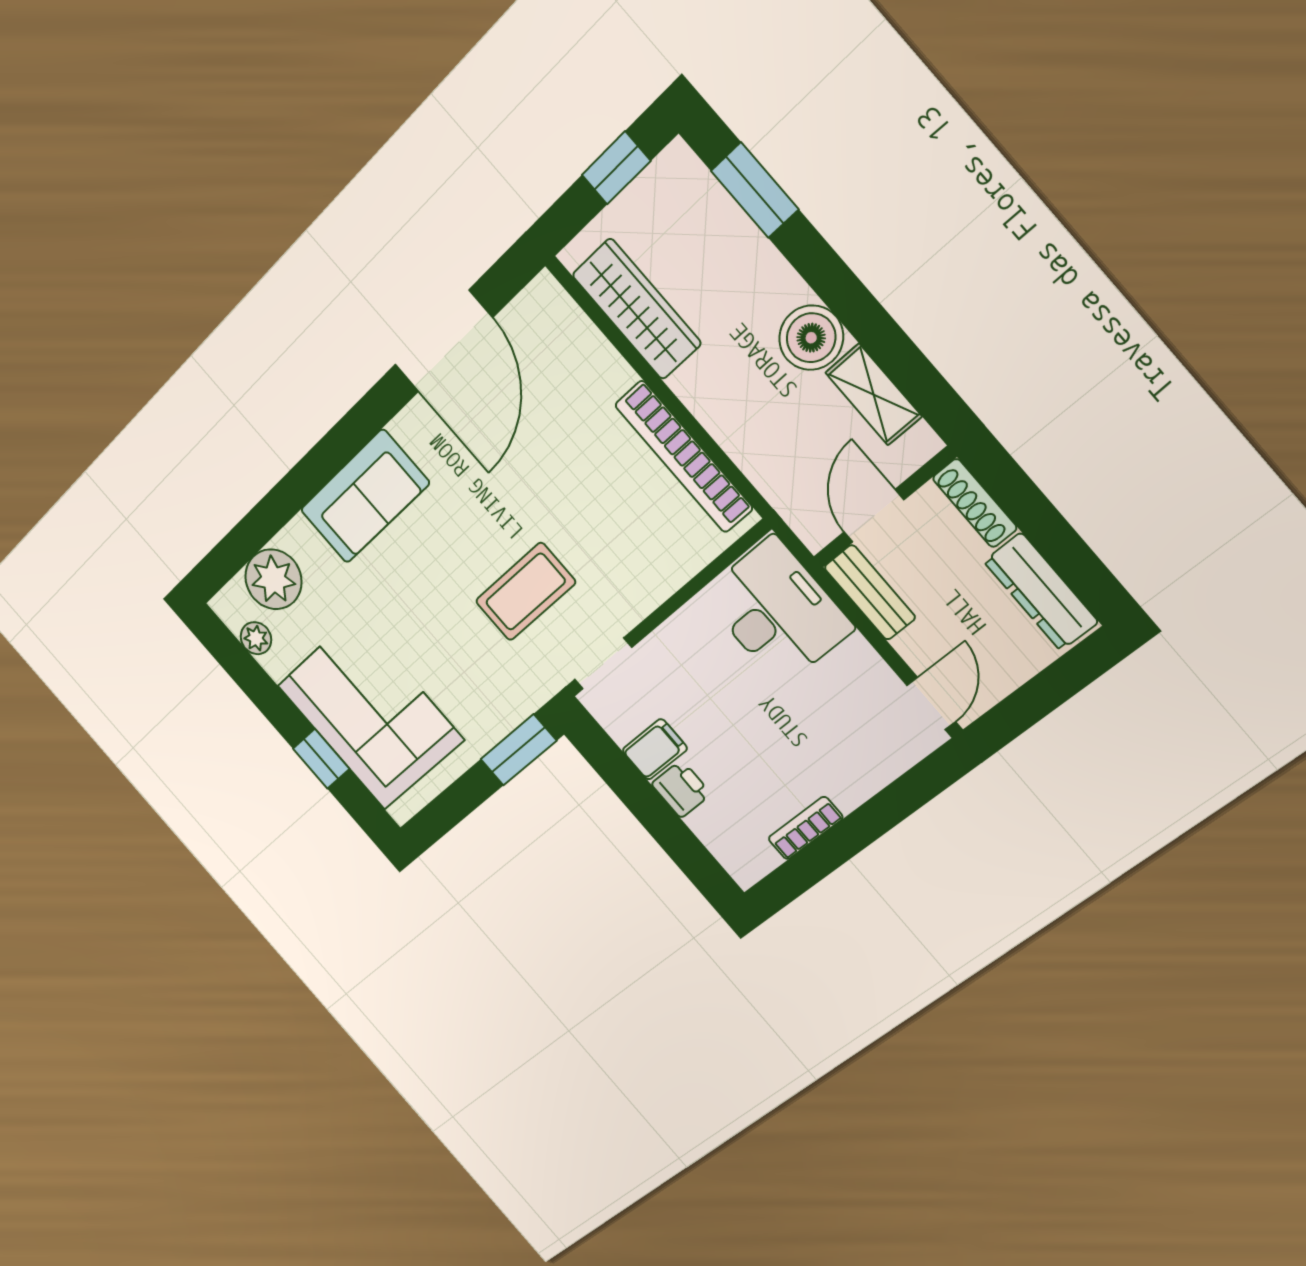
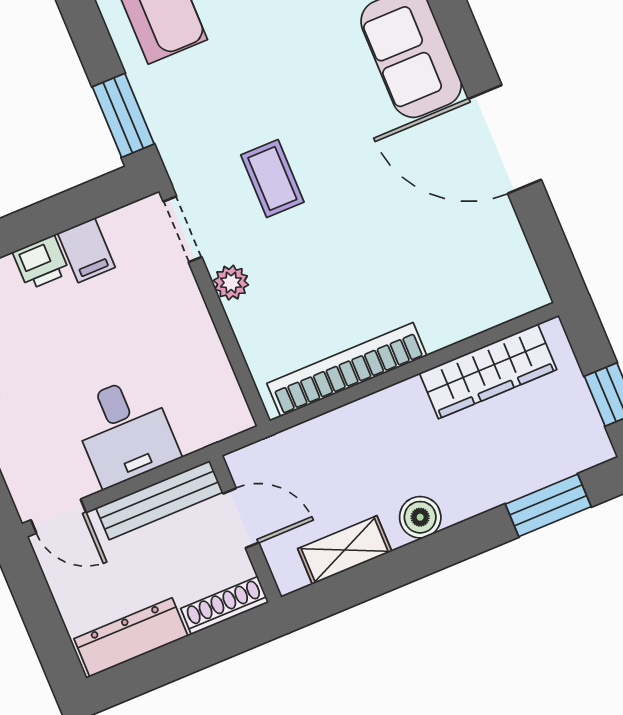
boiler: (811, 338) -> (420, 517), width x0.73, depth x0.73
door: (443, 341) -> (505, 139), moved
coffee table: (525, 592) -> (272, 179), width x0.73, depth x0.77
bench: (870, 592) -> (159, 500), width x1.36
plant: (638, 601) -> (231, 283), added
desk: (777, 611) -> (125, 431), moved, width x0.73

